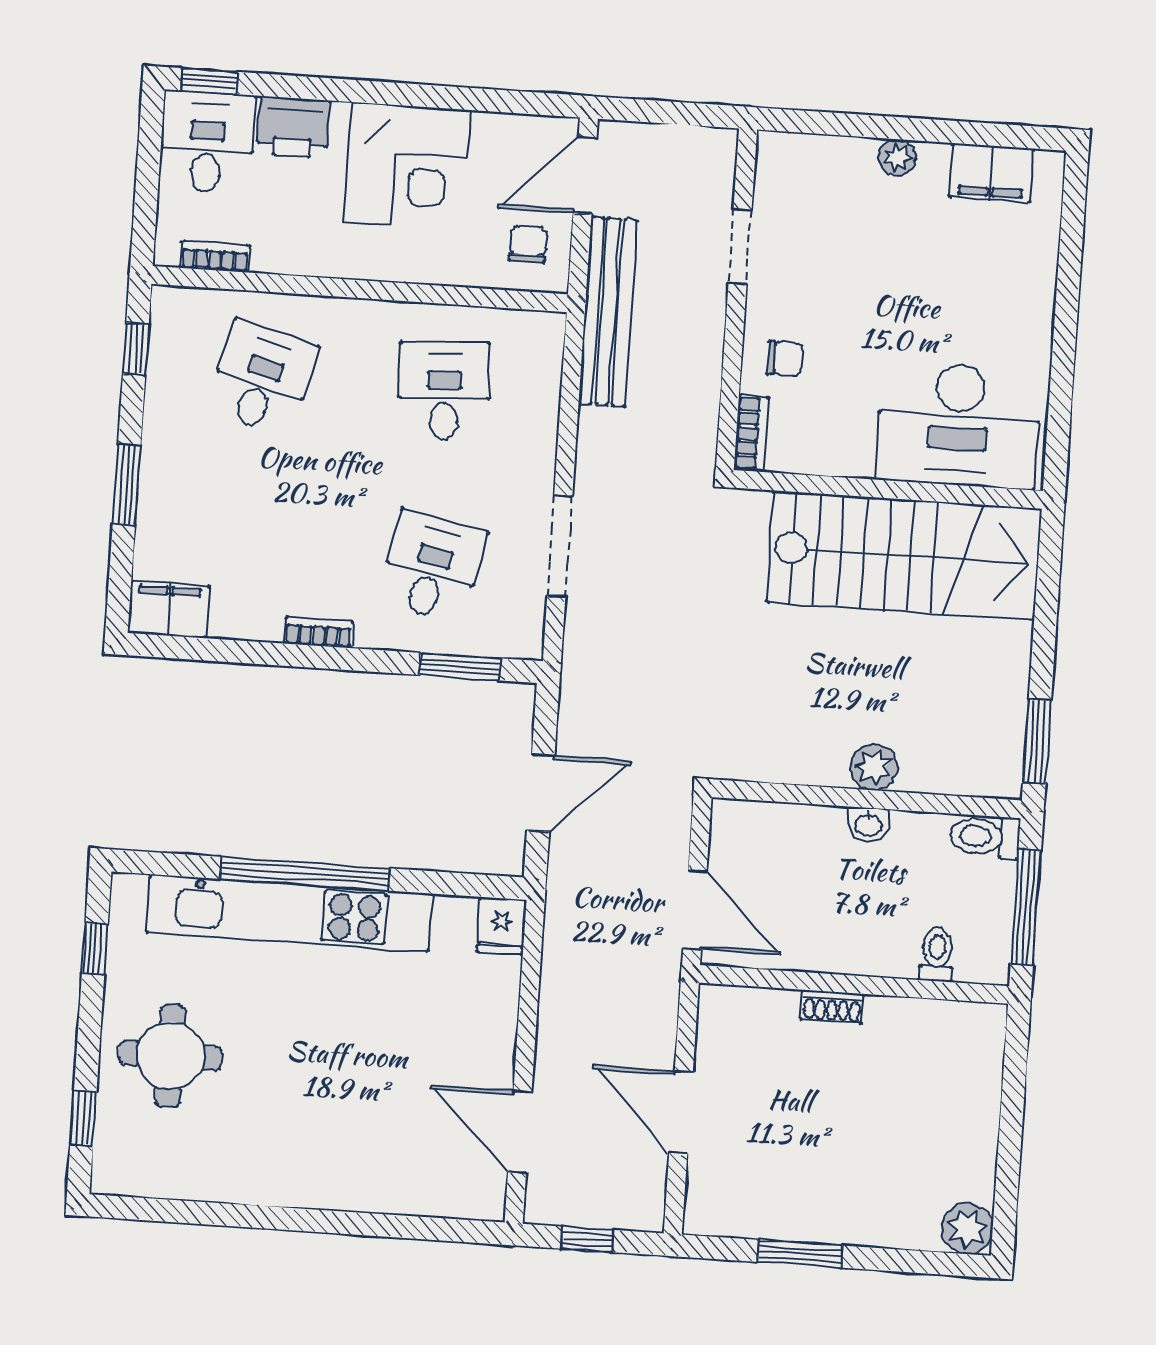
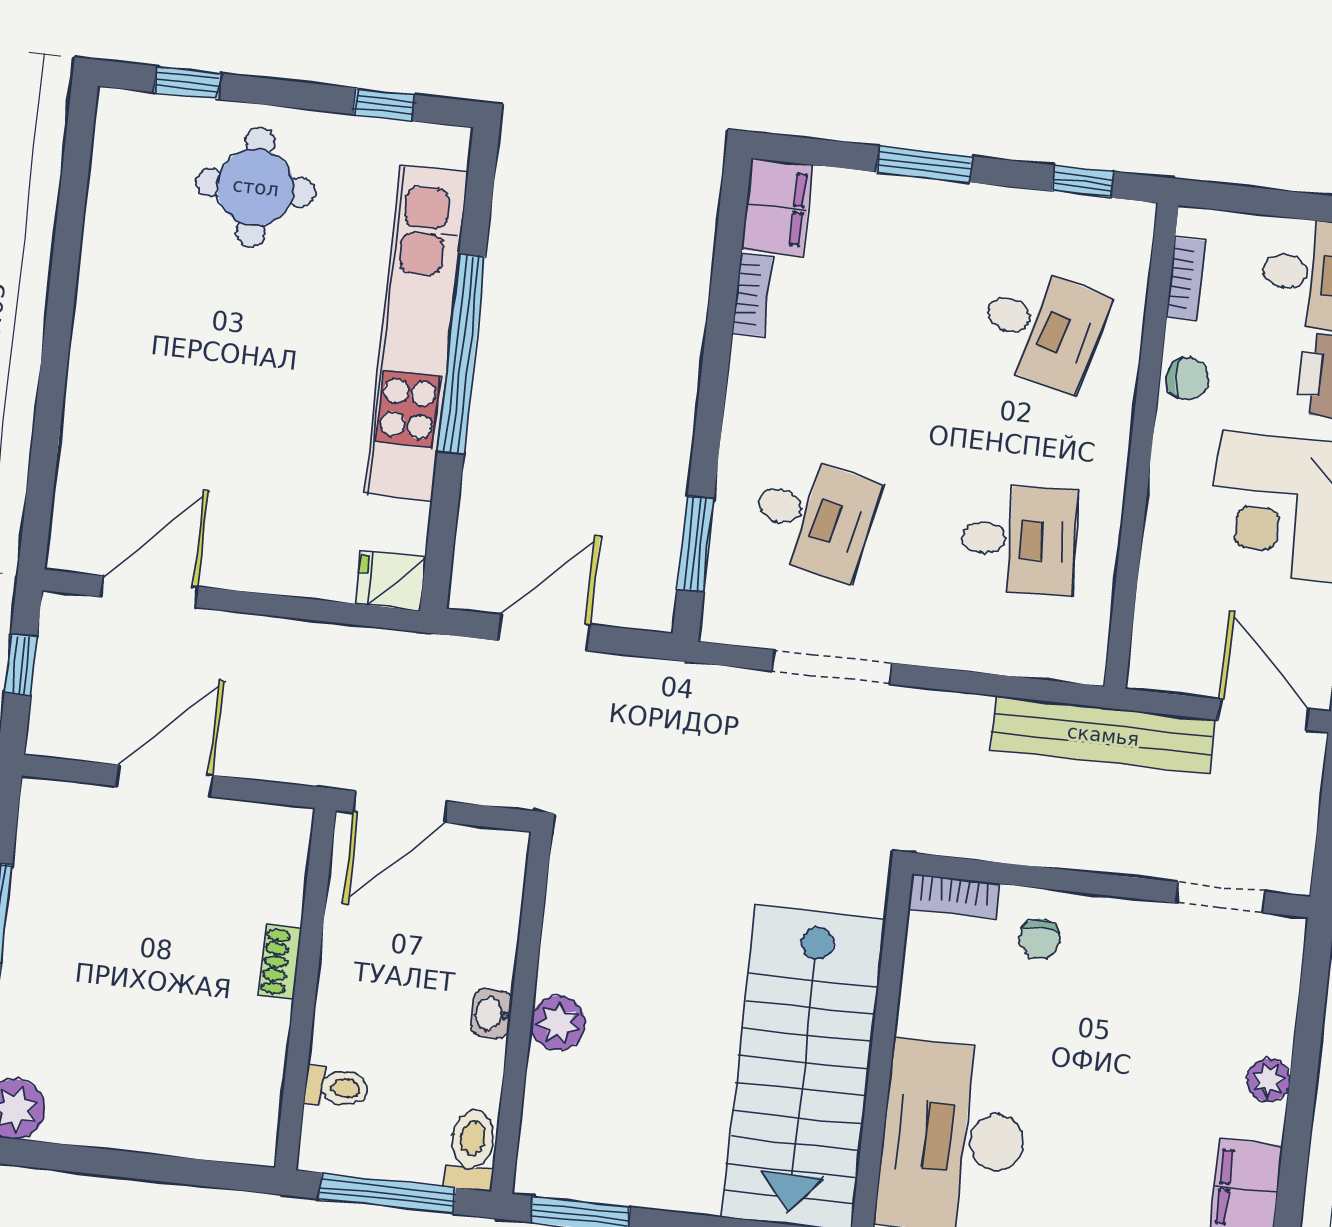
chair: (528, 244) -> (1188, 378), moved
doorway: (740, 247) -> (1220, 897), moved
bookcase: (319, 632) -> (752, 295), moved
door: (541, 793) -> (544, 633), swing flipped

